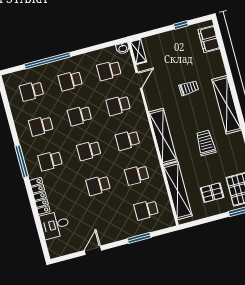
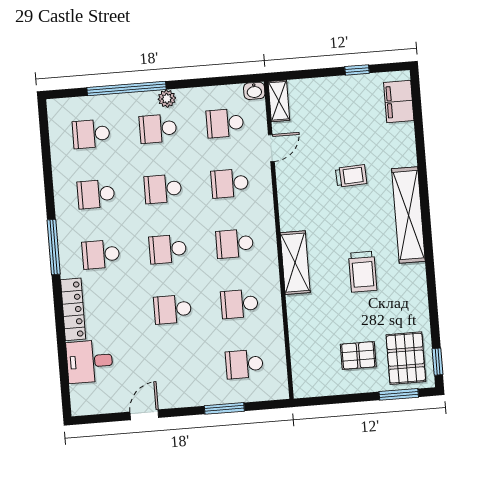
plant: (72, 62) -> (167, 99), added
shelving: (163, 136) -> (295, 263), width x0.68
trolley: (206, 143) -> (363, 272), turned 180
shelving: (178, 191) -> (302, 342), removed

